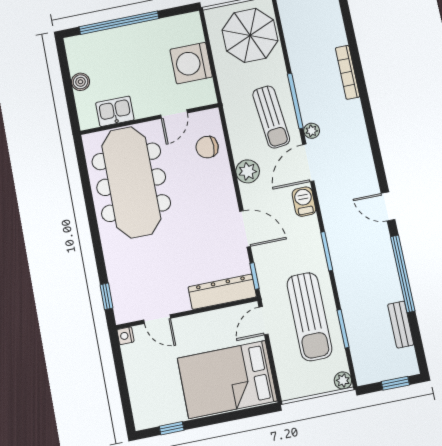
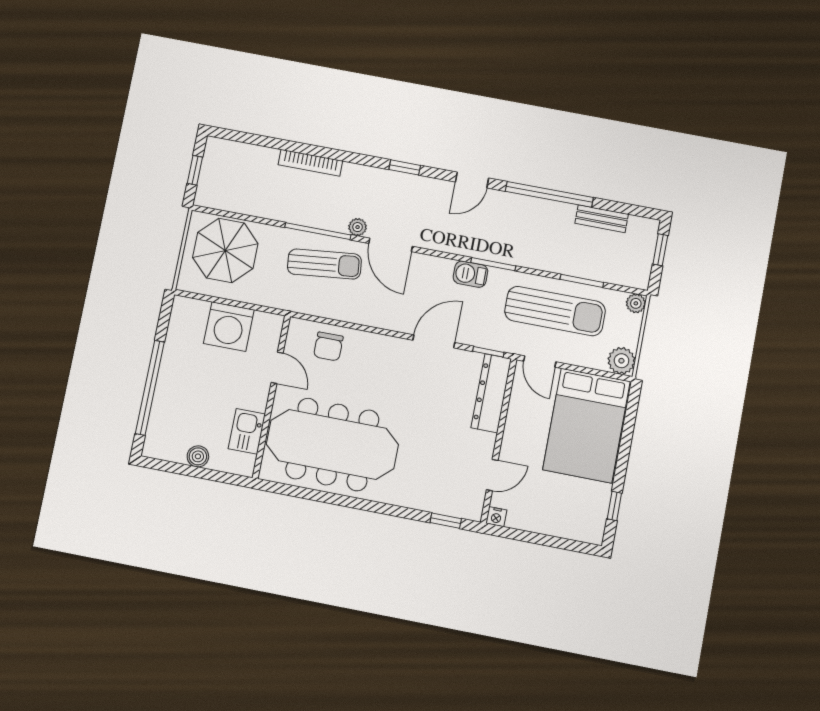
window: (375, 148) -> (405, 167), added
plant: (248, 171) -> (621, 361), moved
barbecue: (304, 202) -> (470, 274), moved

